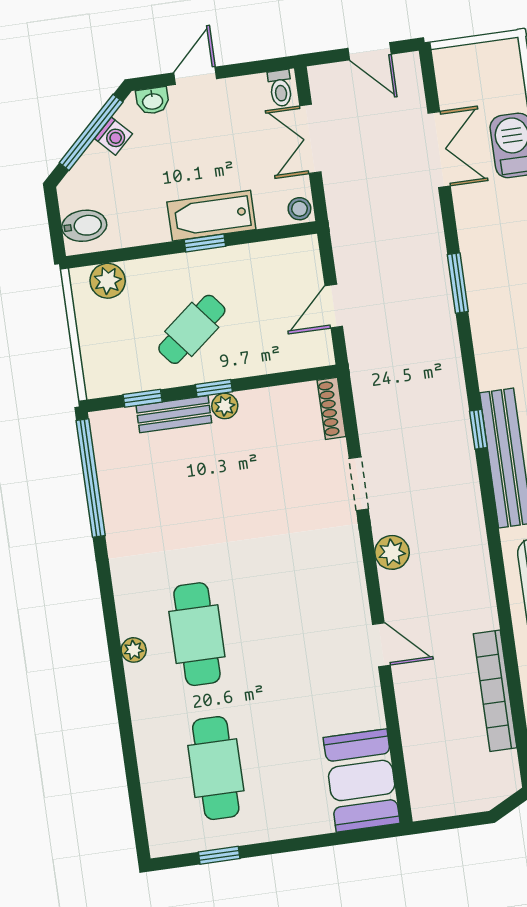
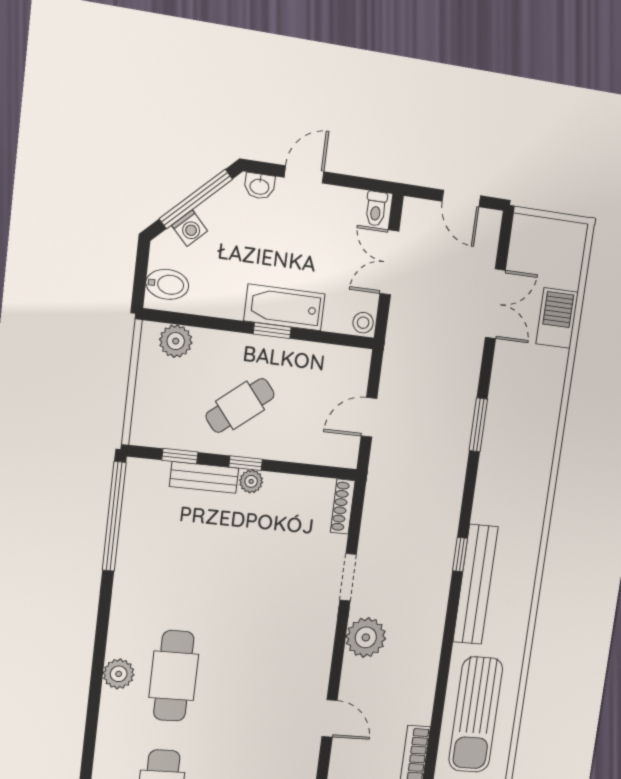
washing machine: (113, 136) -> (190, 228), moved
plant: (392, 552) -> (366, 637), width x1.36, depth x1.36
plant: (134, 650) -> (119, 674), width x1.38, depth x1.38

